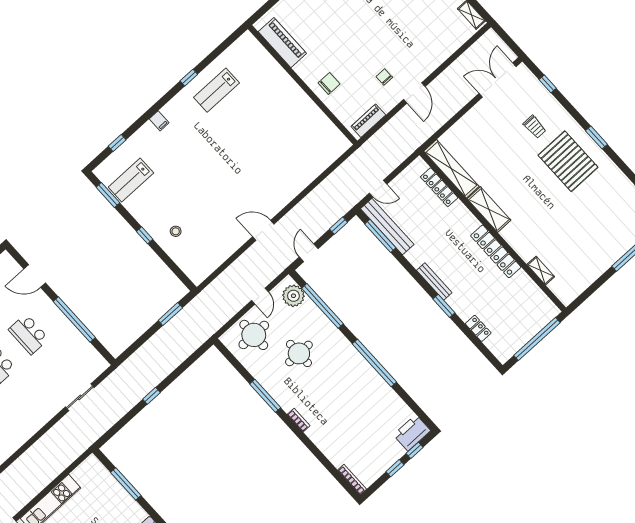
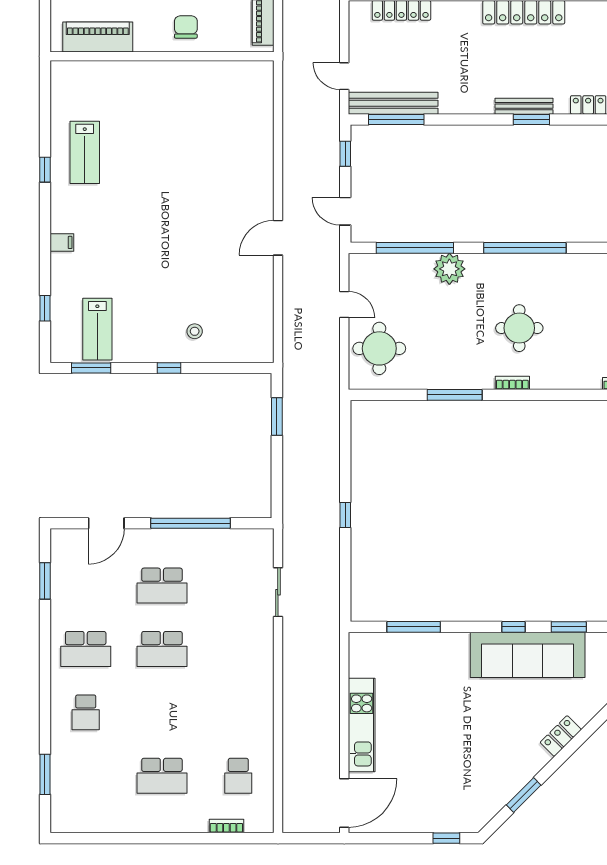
door: (378, 189) -> (344, 76), swing flipped
bench: (434, 281) -> (524, 106), moved
plant: (293, 296) -> (449, 269), moved
round table: (299, 353) -> (519, 328), moved

